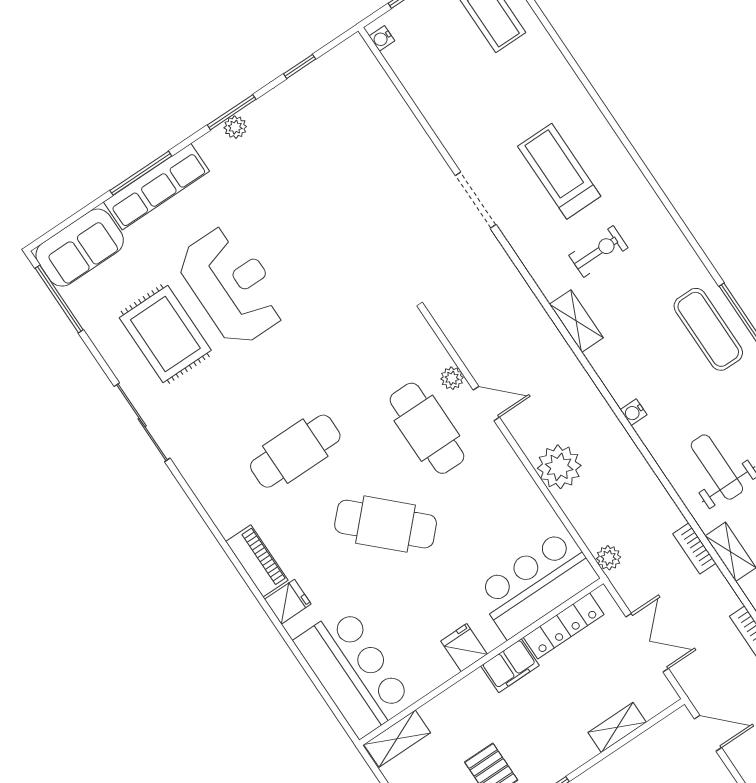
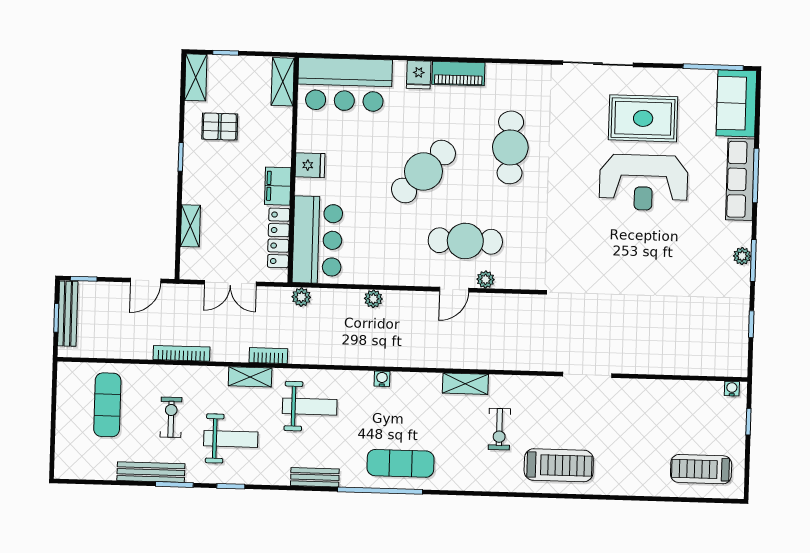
treadmill: (559, 171) -> (559, 465), moved
plant: (559, 467) -> (373, 299), width x0.53, depth x0.53

